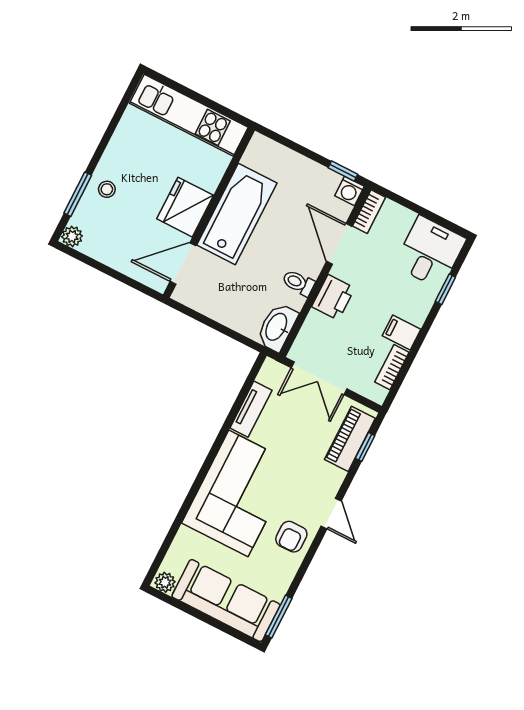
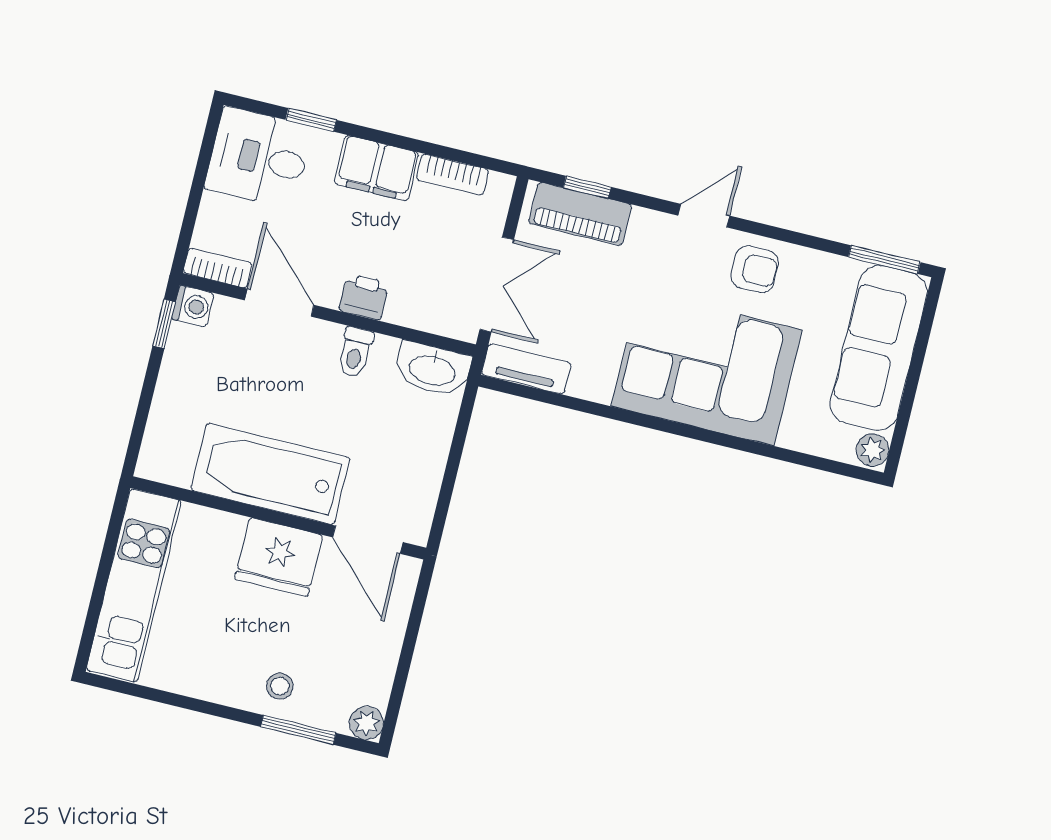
door: (339, 244) -> (279, 303), swing flipped
printer: (333, 297) -> (364, 297), width x0.73, depth x0.81
filing cabinet: (401, 333) -> (376, 168), width x2.00
tv unit: (251, 409) -> (526, 369), moved

